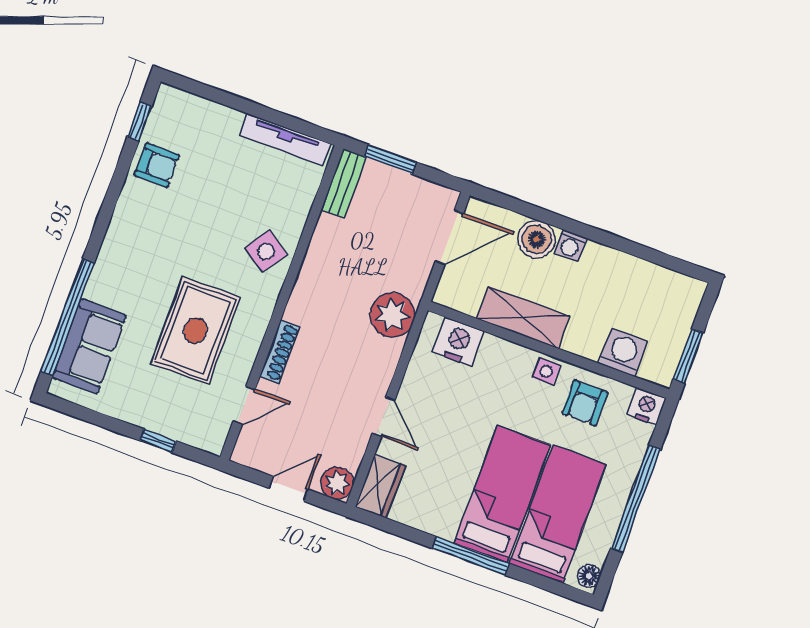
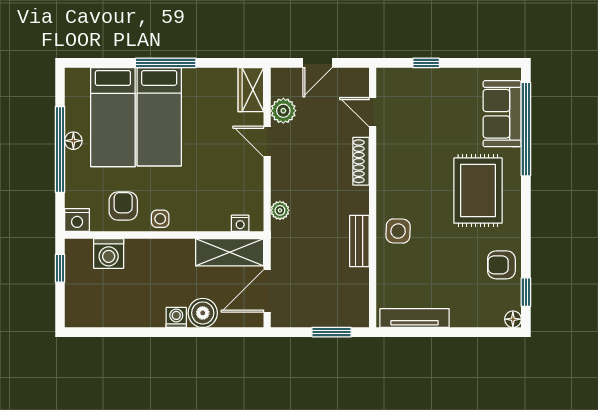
floor lamp: (167, 95) -> (513, 319), added
bench: (344, 183) -> (359, 241), moved
side table: (266, 251) -> (398, 231), turned -32
plant: (392, 315) -> (280, 210), width x0.53, depth x0.53
shelving: (523, 317) -> (230, 252), moved
rug: (195, 331) -> (478, 191), moved
nightstand: (458, 342) -> (240, 223), width x0.53, depth x0.56
window: (688, 356) -> (60, 268), width x0.67
door: (244, 405) -> (373, 112), hinge flipped
plant: (337, 483) -> (283, 111), moved
floor lamp: (589, 576) -> (73, 141), moved

